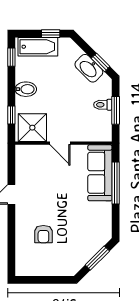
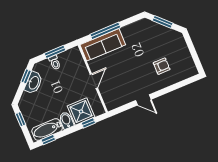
bathtub: (38, 47) -> (47, 130), moved, turned -90
shower: (32, 128) -> (81, 111), moved

